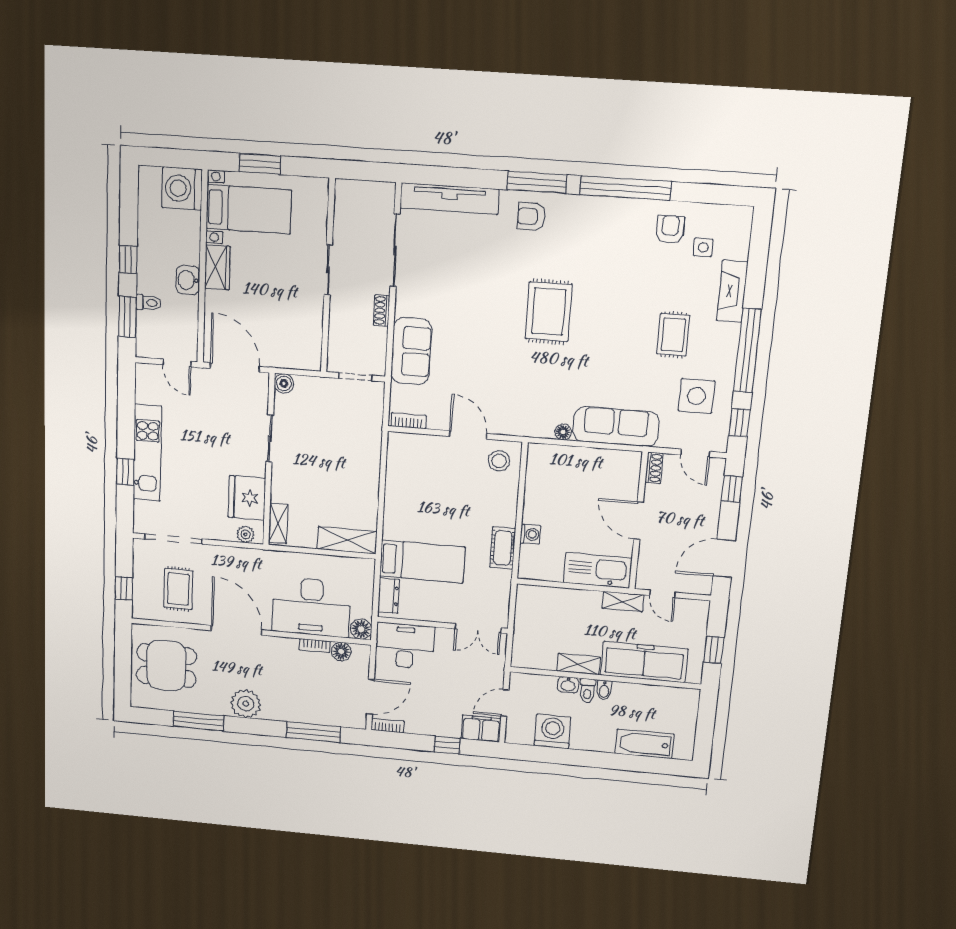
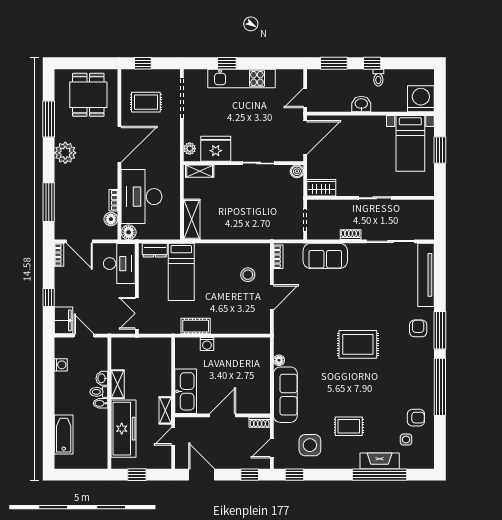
wardrobe: (217, 267) -> (321, 188), moved, turned 180
toilet: (149, 303) -> (378, 78), moved
window: (747, 351) -> (380, 475), moved
stool: (499, 461) -> (248, 275), moved
washing machine: (553, 732) -> (61, 365), width x0.53, depth x0.53

